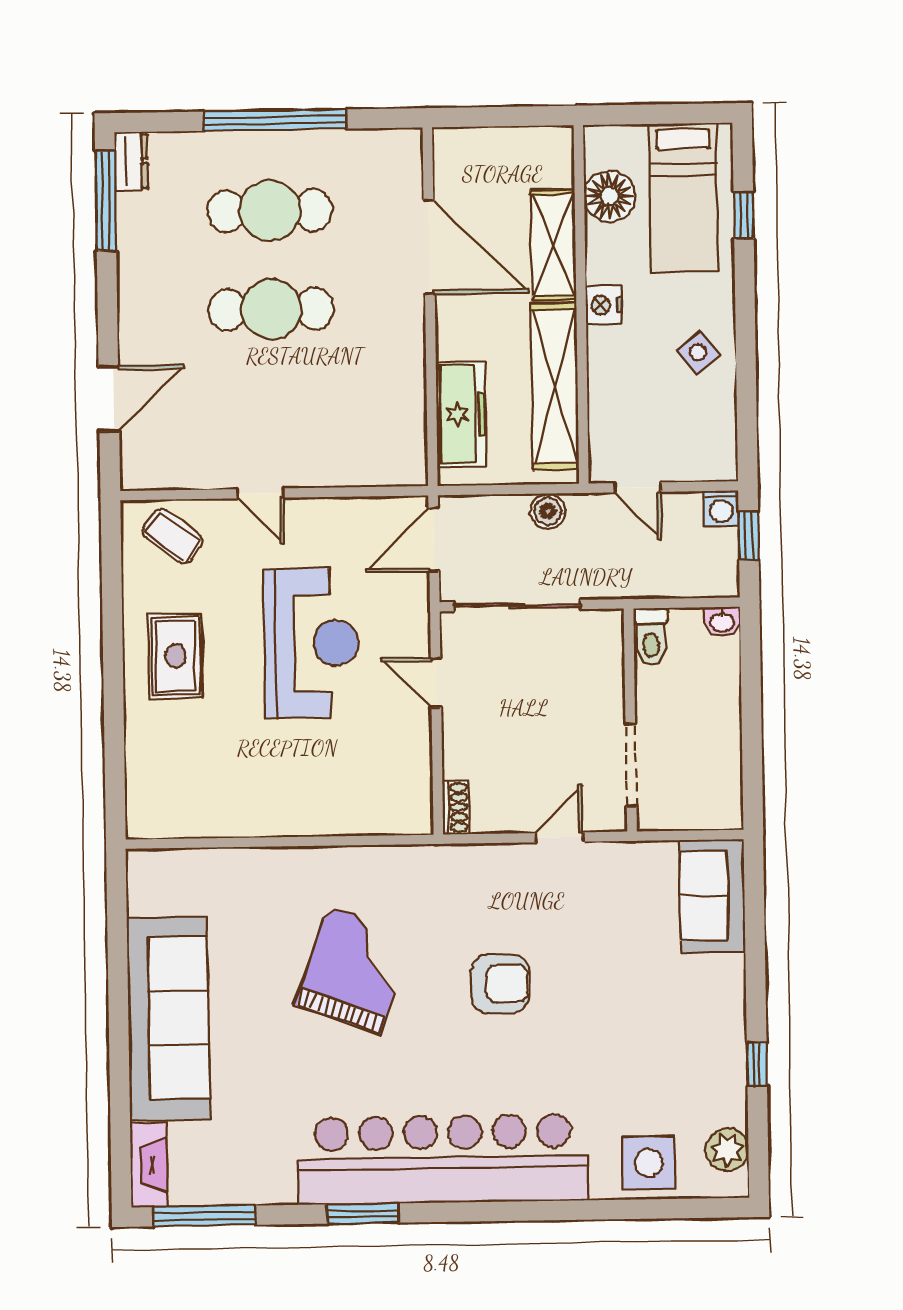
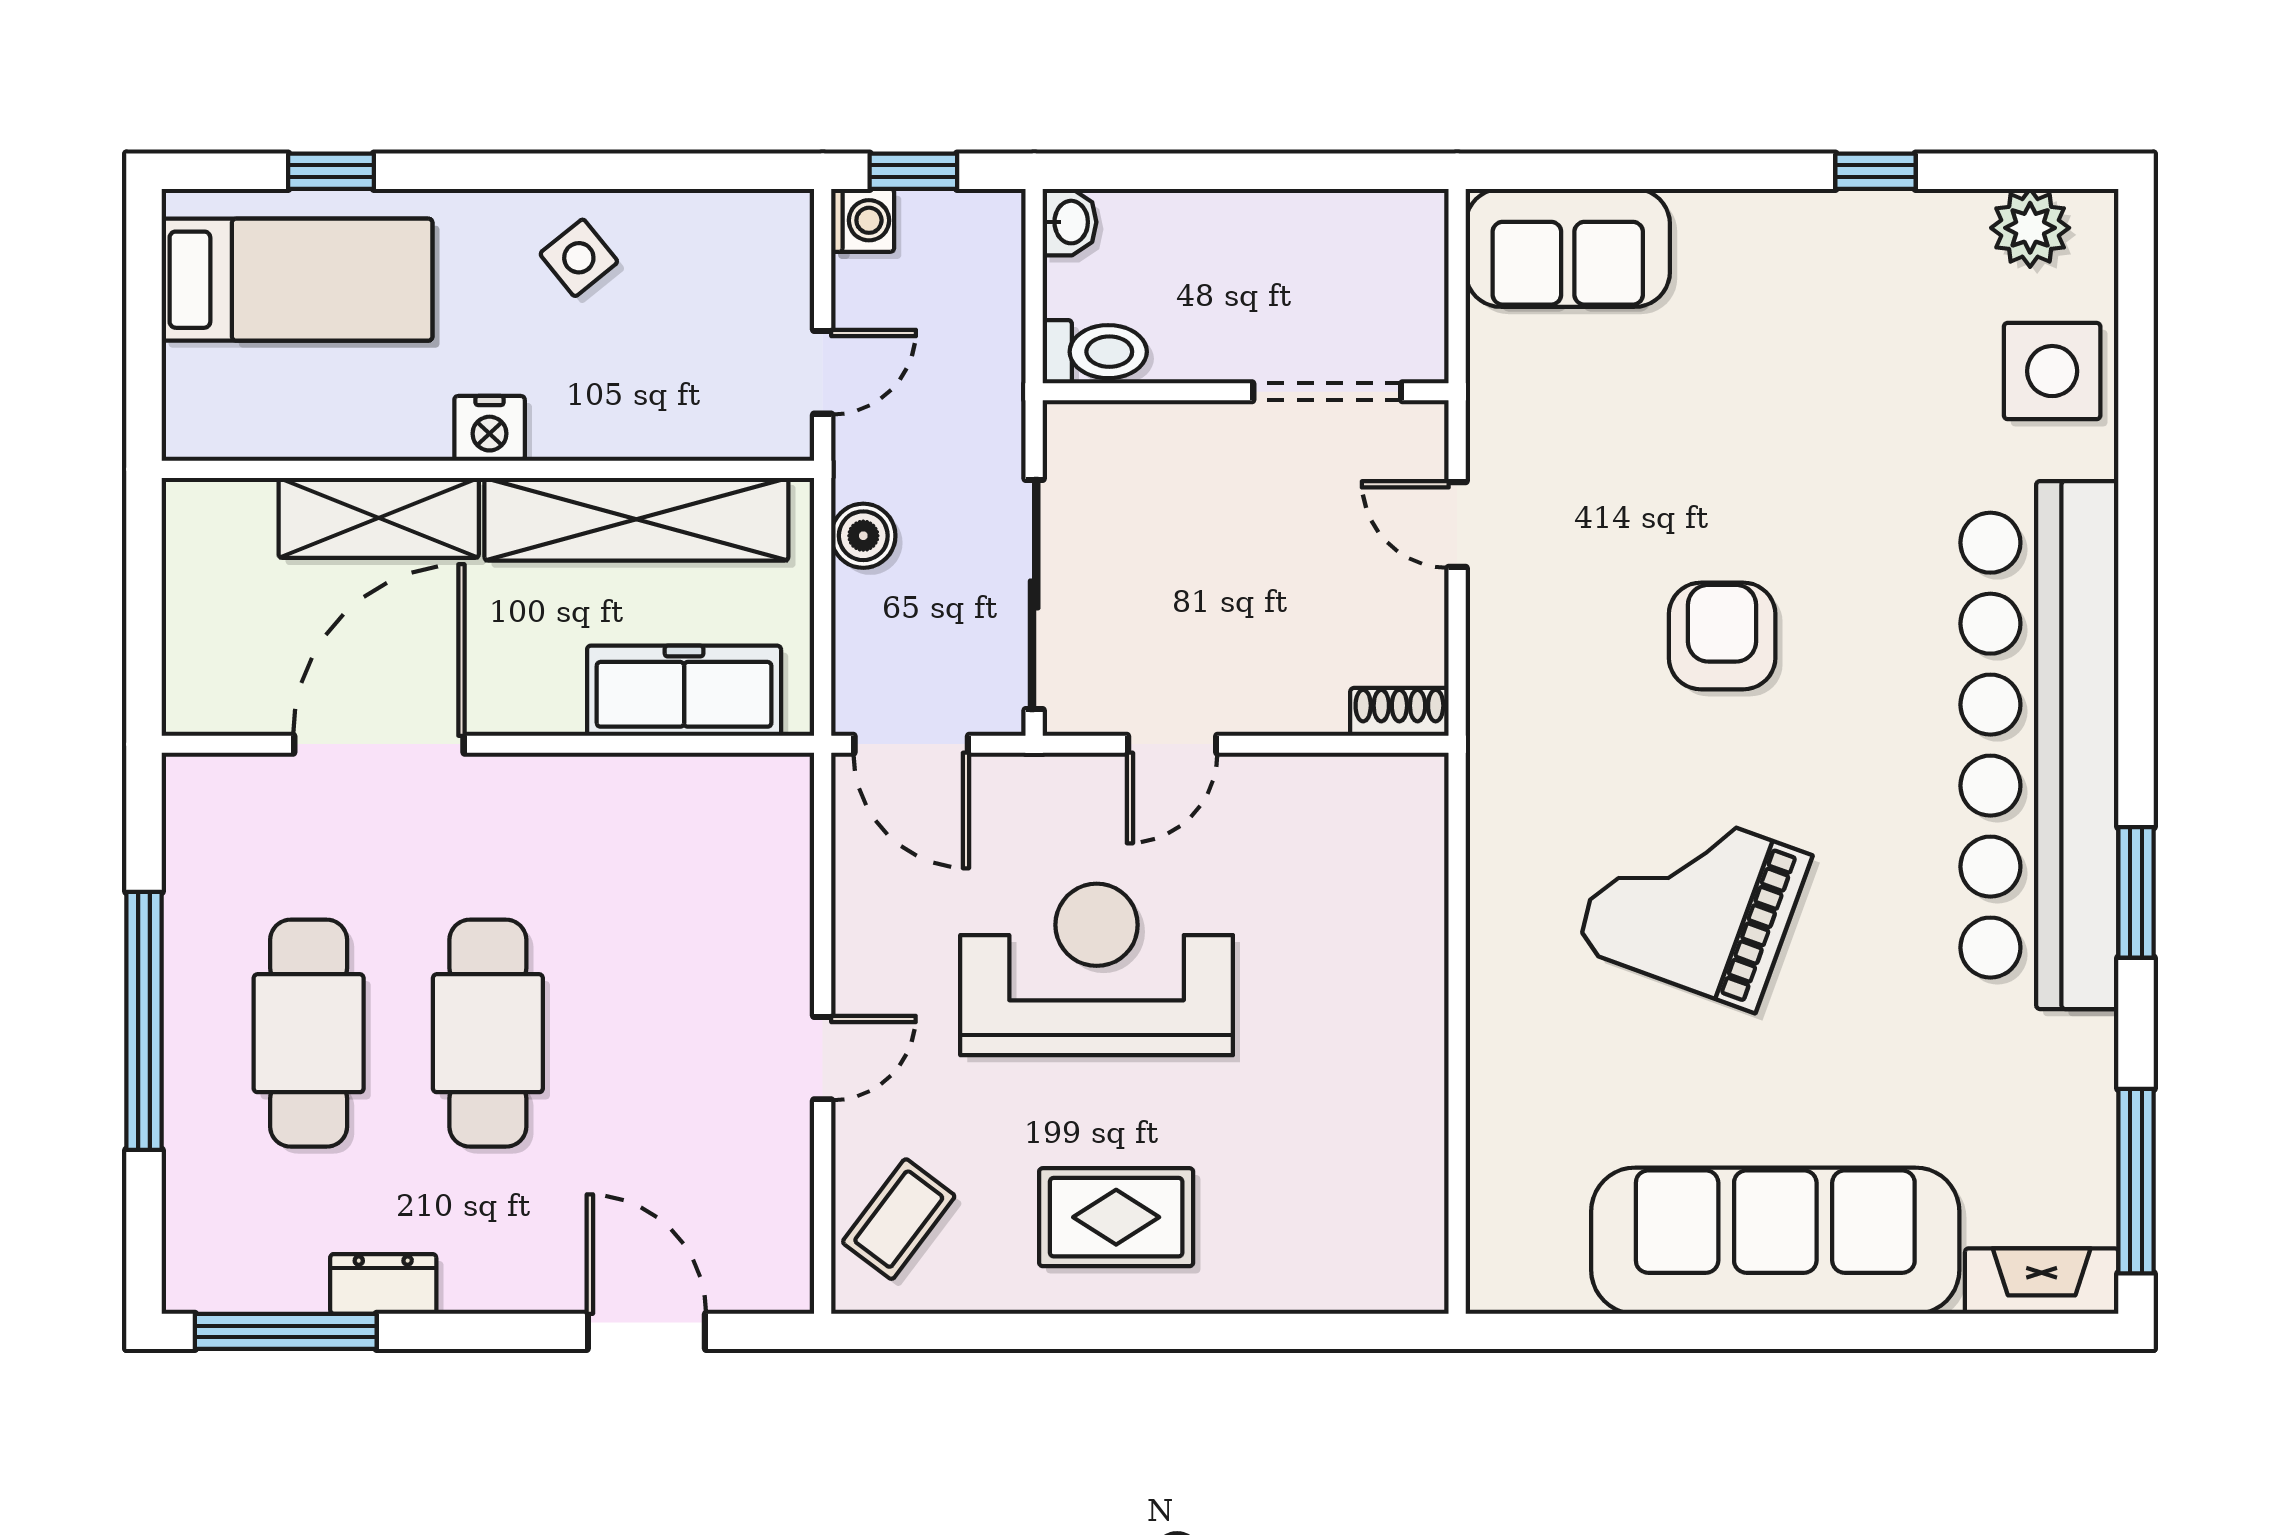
dresser: (131, 161) -> (383, 1284), moved
floor lamp: (610, 196) -> (292, 414), removed

